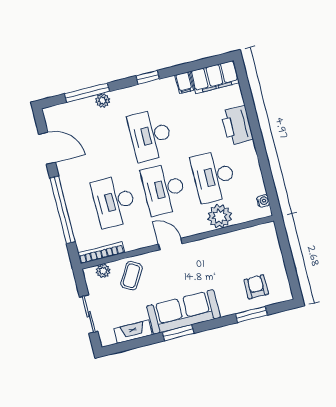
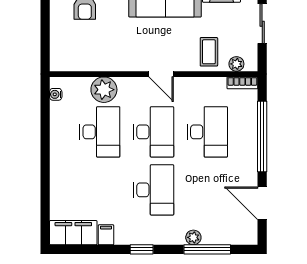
printer: (237, 125) -> (63, 178), removed
bookcase: (101, 253) -> (242, 83), width x0.64
coffee table: (131, 276) -> (209, 52), turned -30

